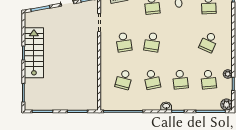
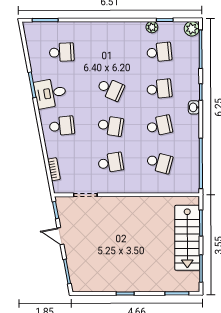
school desk: (209, 42) -> (110, 89), moved
stairs: (34, 53) -> (187, 238), moved, turned -90

